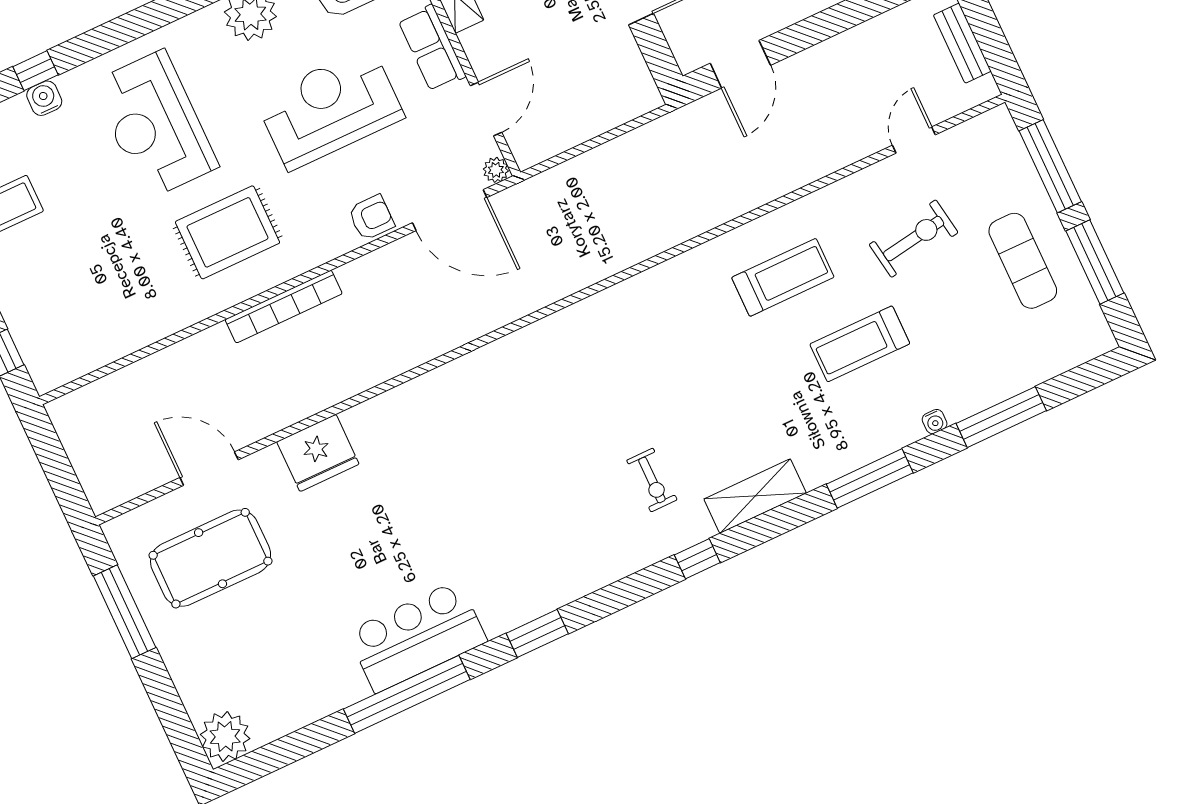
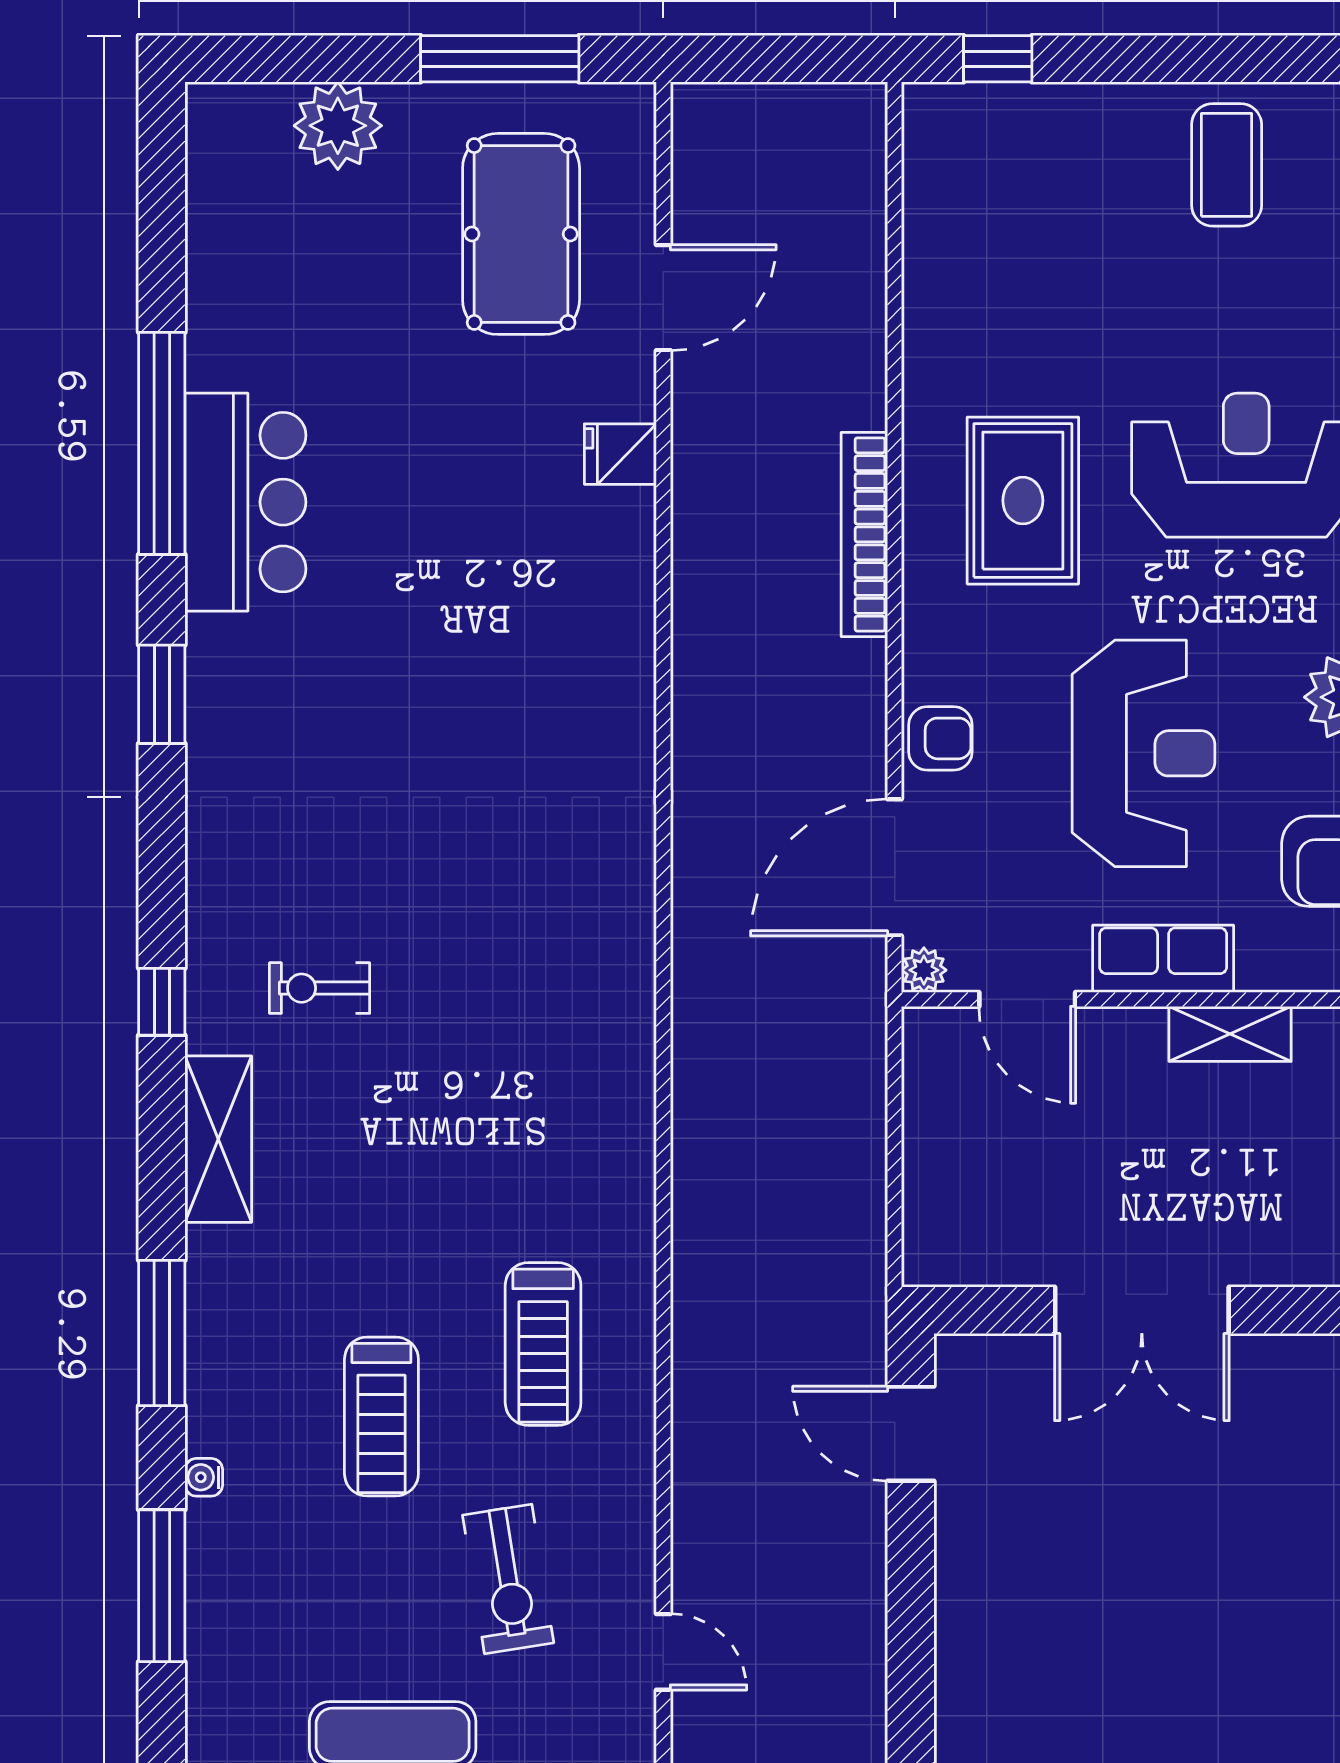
armchair: (371, 218) -> (940, 738), turned -90
treadmill: (860, 344) -> (381, 1416), turned 180
fridge: (318, 453) -> (620, 454), width x0.53, depth x0.75
plant: (225, 737) -> (338, 126), moved

